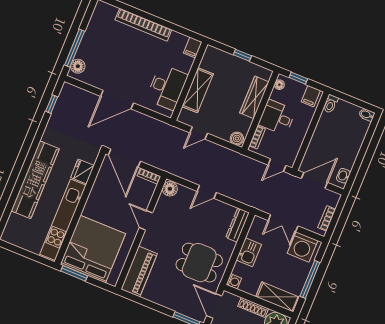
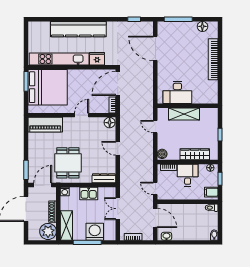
filing cabinet: (193, 47) -> (211, 99), removed
floor lamp: (78, 66) -> (202, 26), moved
door: (117, 100) -> (155, 48), moved
washing machine: (303, 247) -> (95, 232), moved, turned 90

